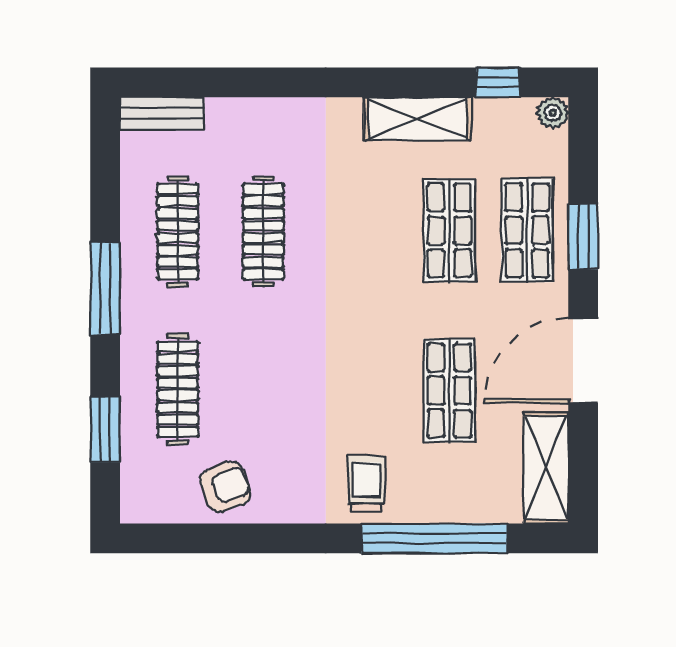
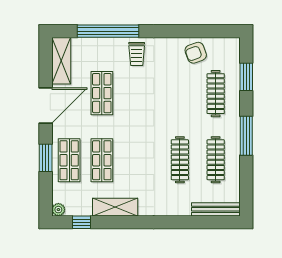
bench: (162, 113) -> (216, 209), width x1.36

